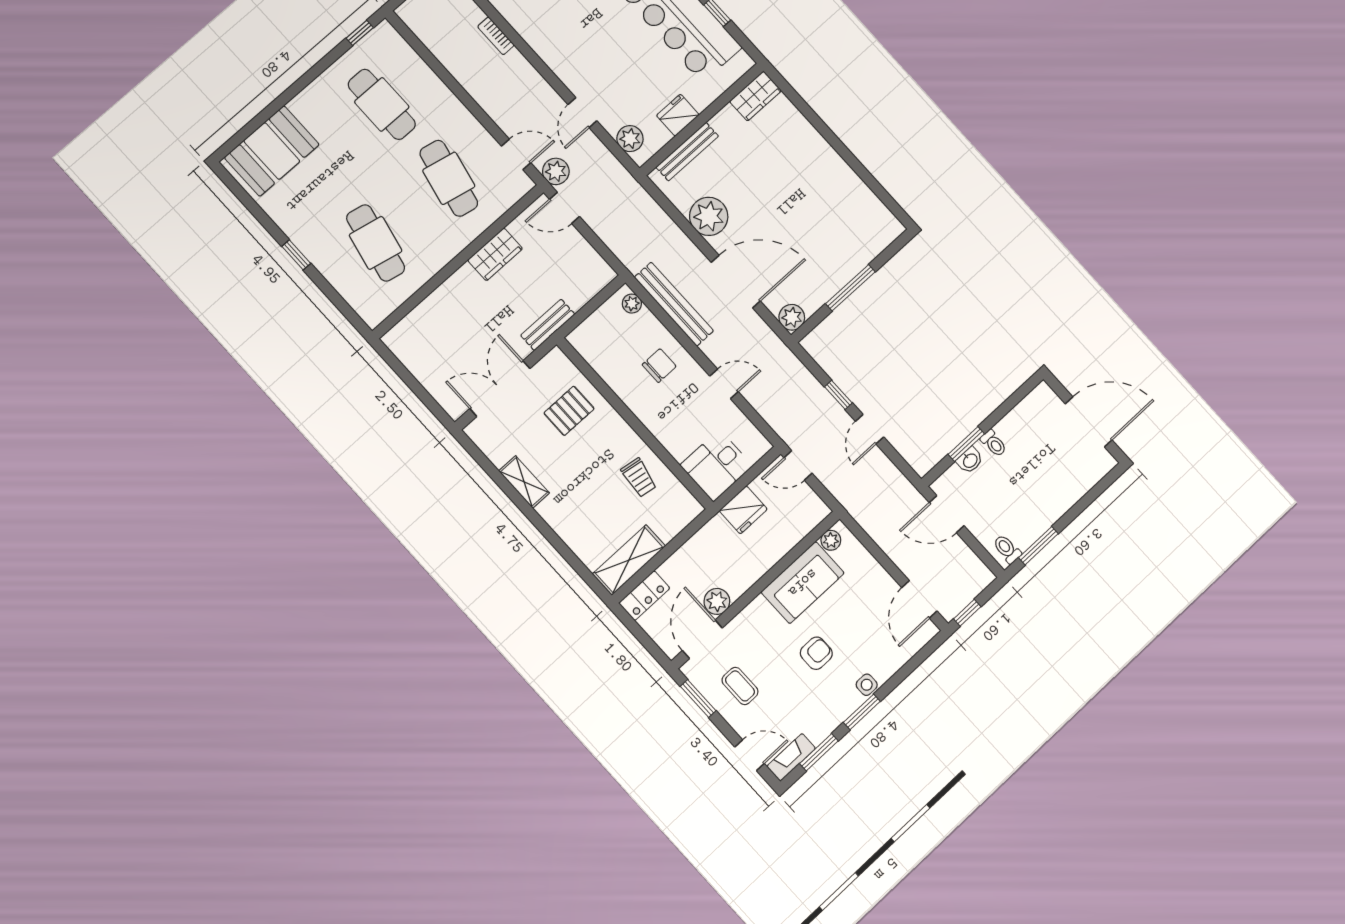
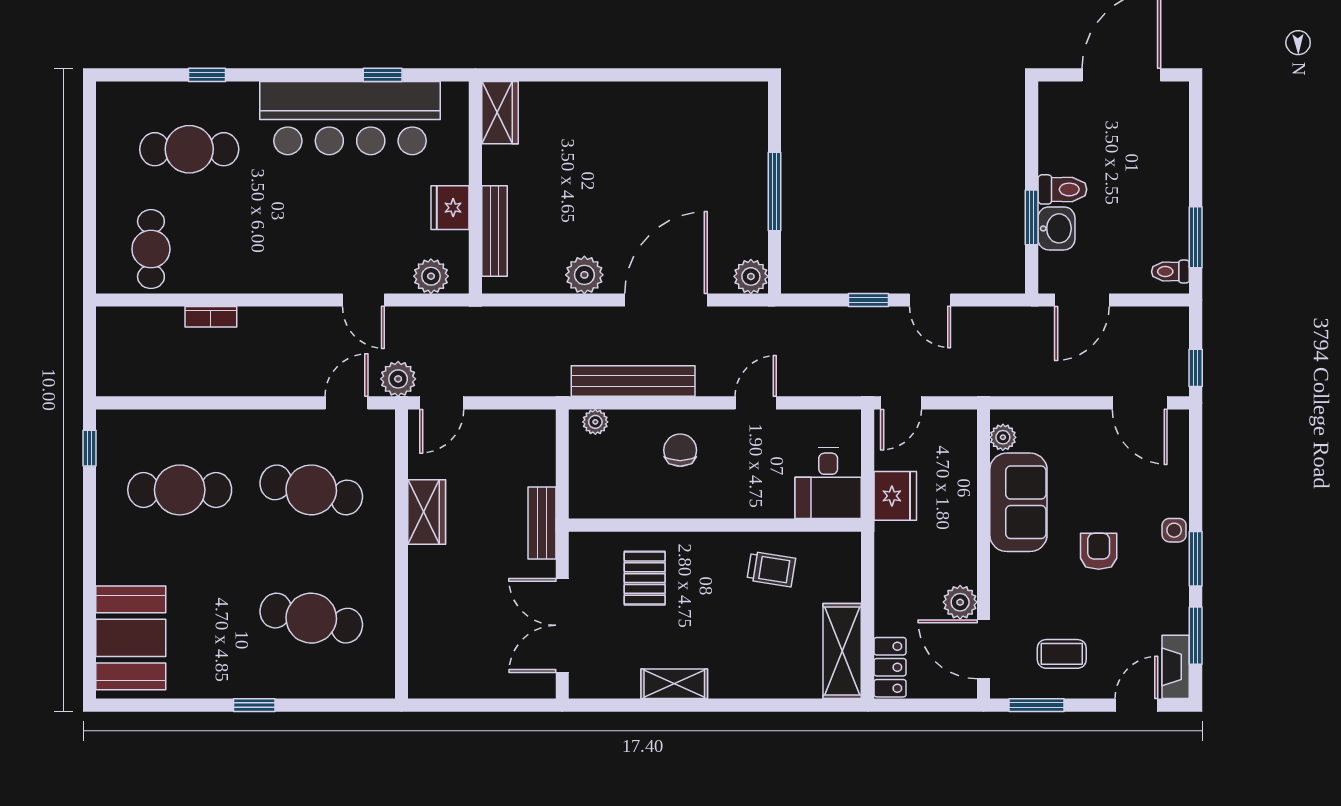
plant: (709, 216) -> (584, 275), width x0.73, depth x0.73
toilet: (994, 443) -> (1062, 189), width x1.37, depth x1.39
washbasin: (970, 460) -> (1056, 228), width x1.38, depth x1.45

